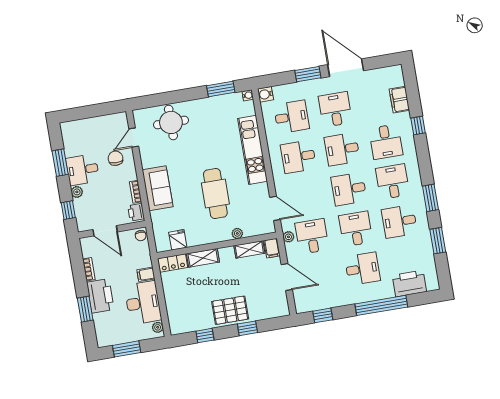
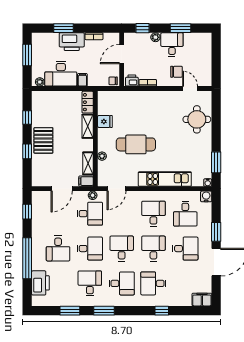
filing cabinet: (399, 100) -> (202, 300), moved
sofa: (158, 188) -> (148, 100), removed
fridge: (178, 240) -> (105, 121), moved

